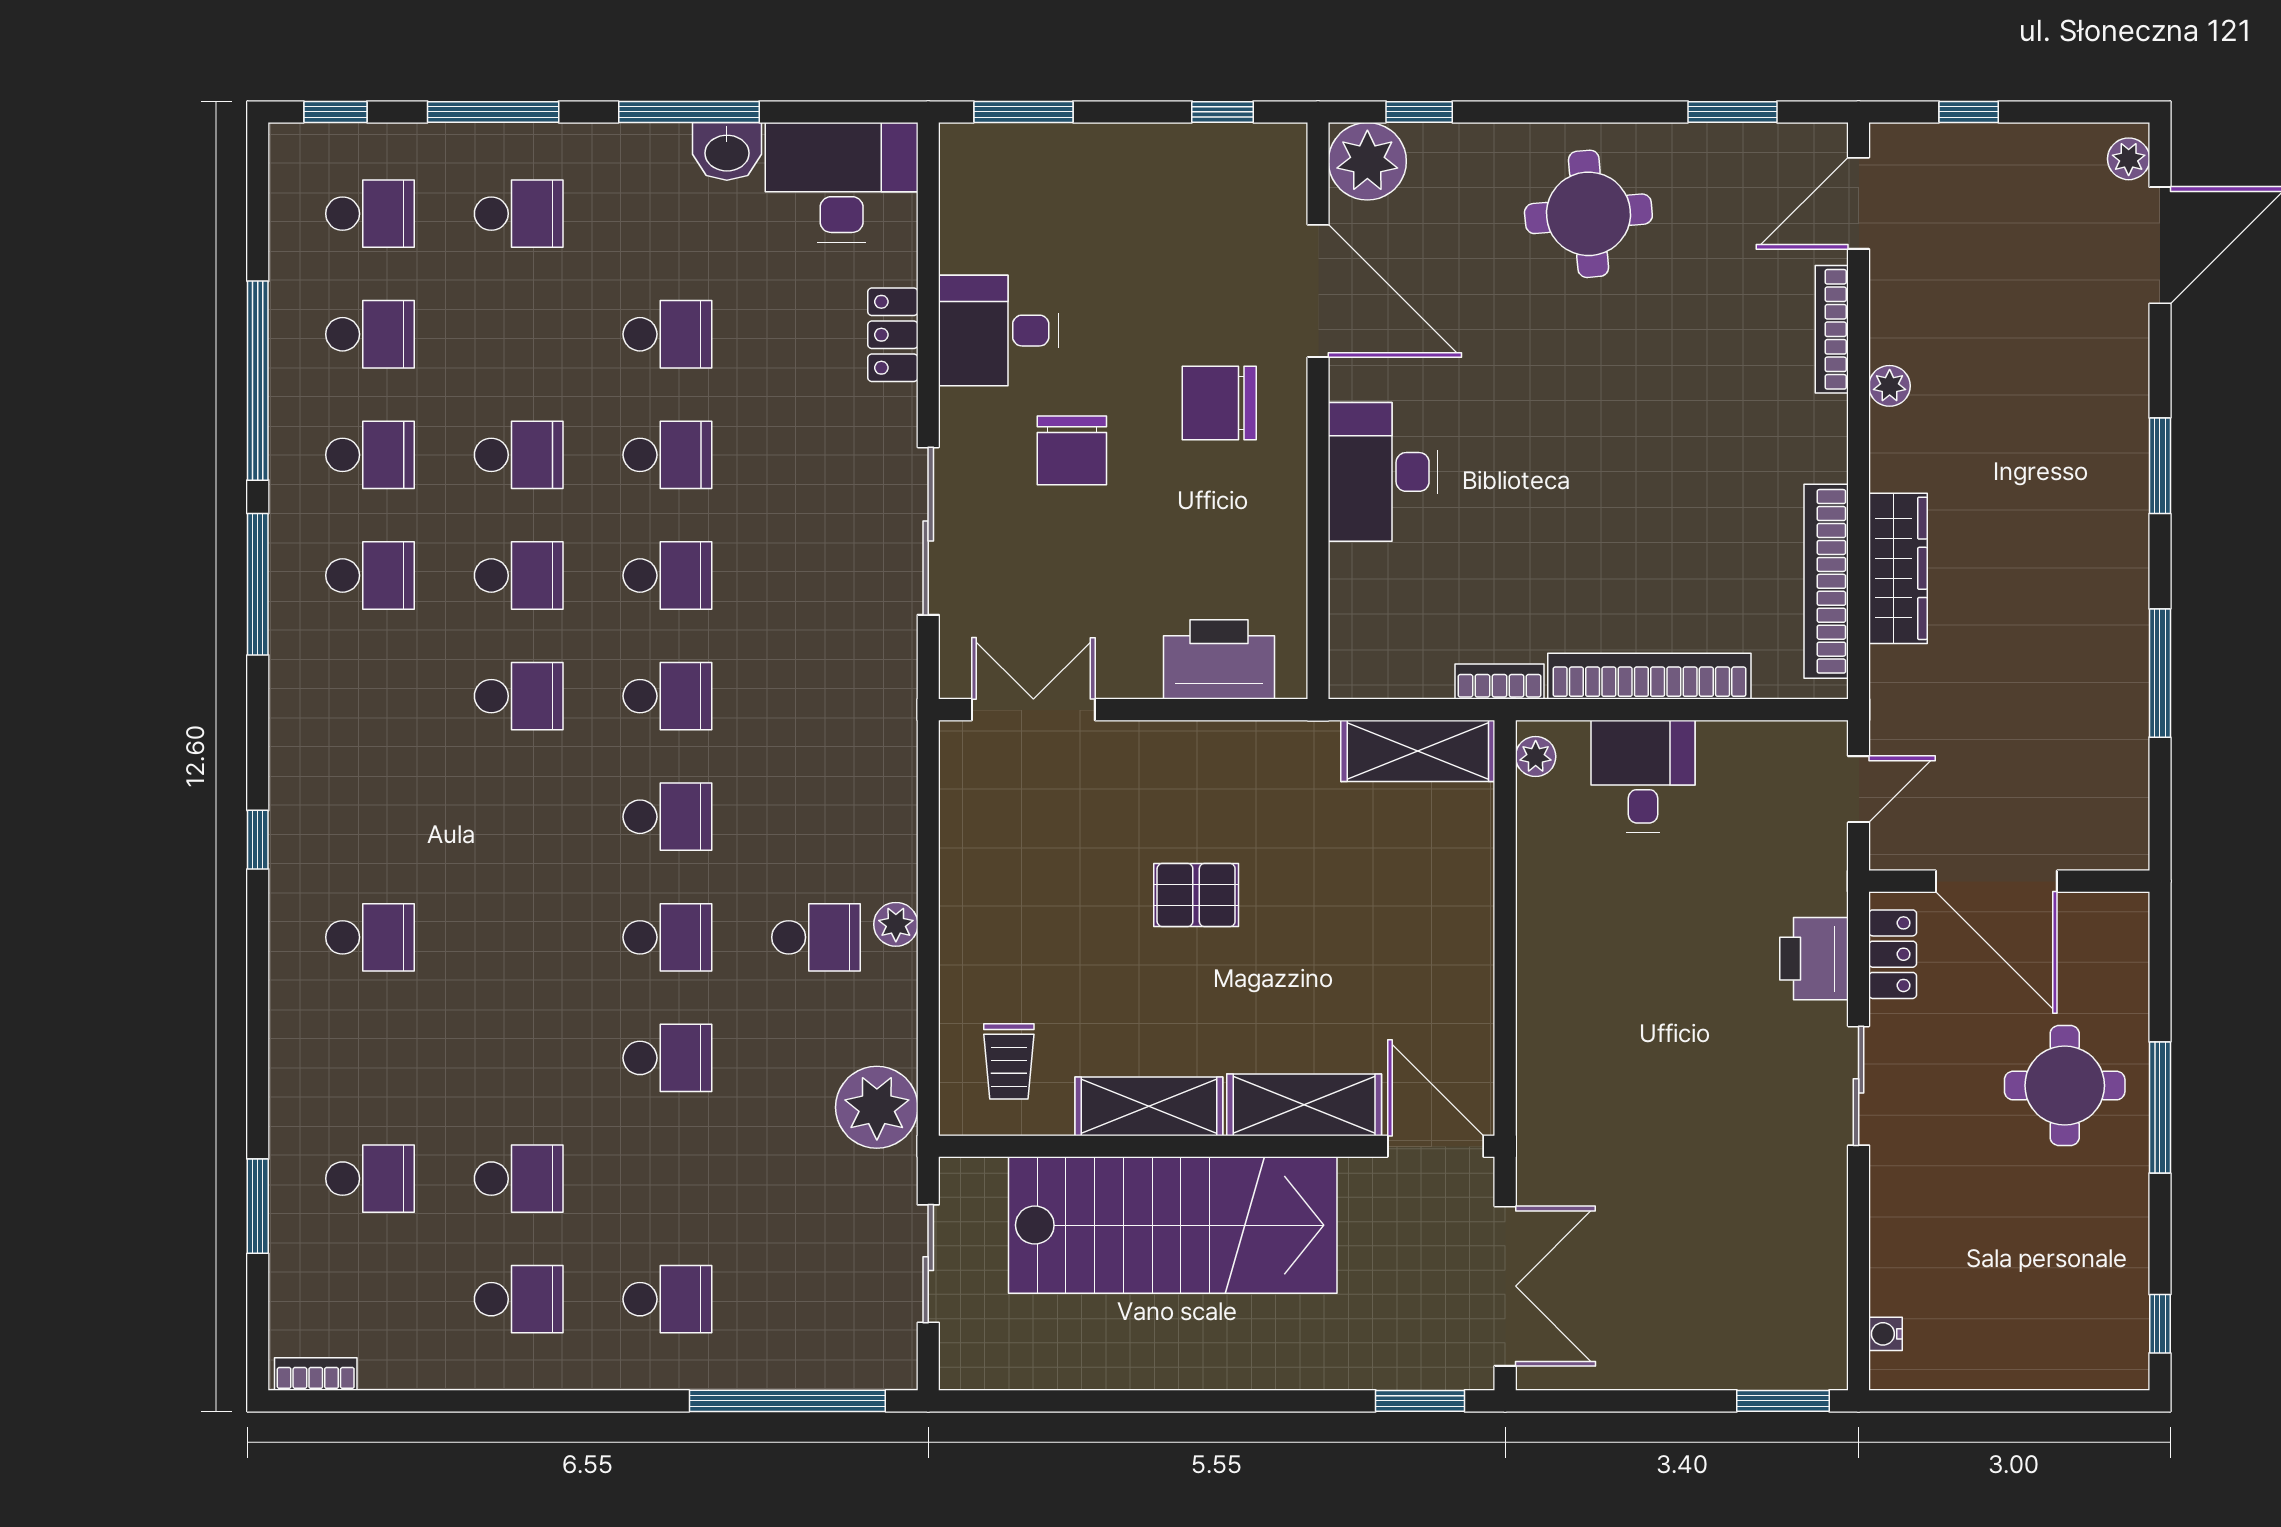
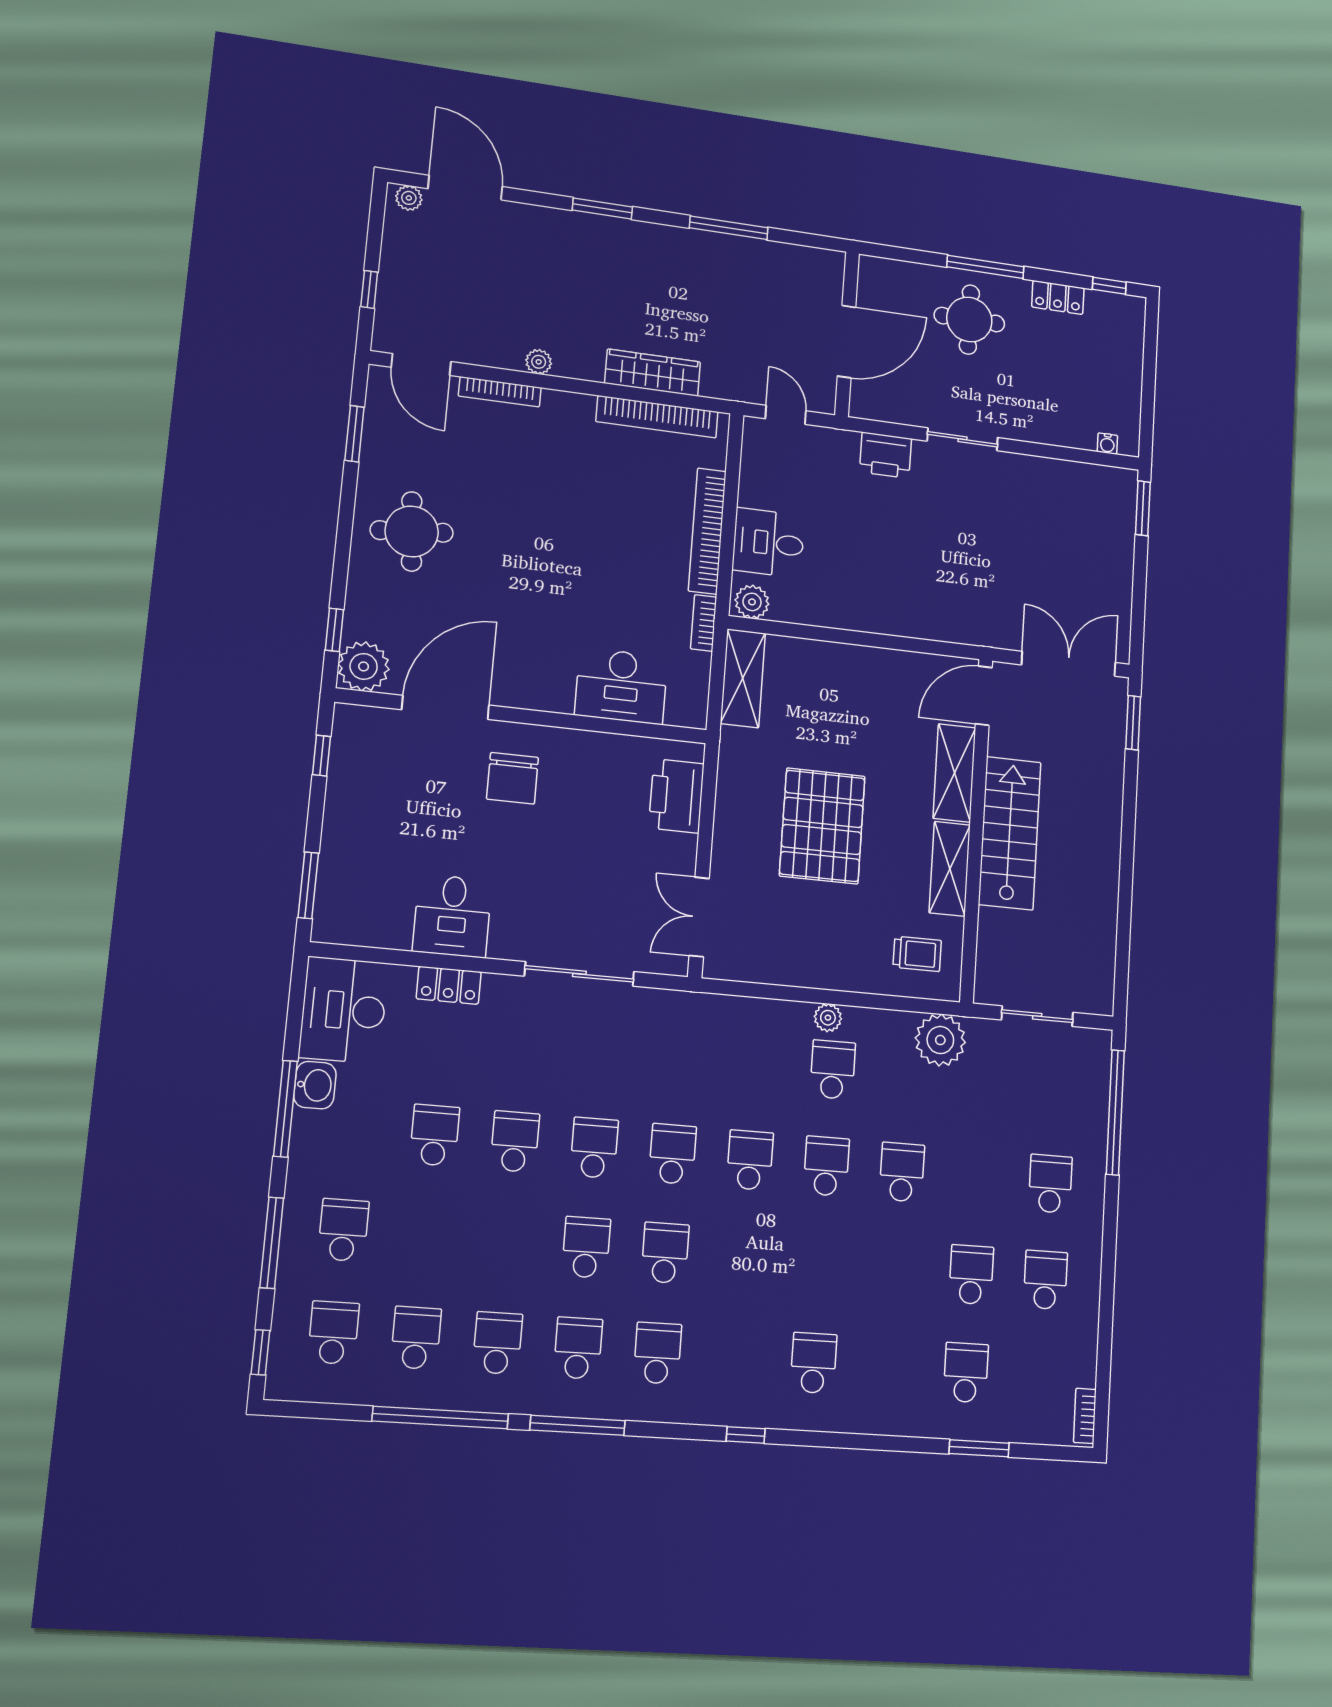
chair: (1072, 450) -> (535, 876), removed
school desk: (519, 455) -> (657, 1353), moved
desk: (1383, 472) -> (621, 686), moved
plant: (1536, 757) -> (752, 602), width x1.38, depth x1.38
pallet: (1196, 895) -> (822, 826), width x2.05, depth x2.00
locker: (1893, 954) -> (1058, 297), moved, turned 180
stairs: (1173, 1225) -> (1010, 833), width x0.73, depth x0.66

